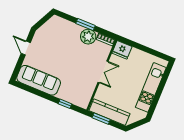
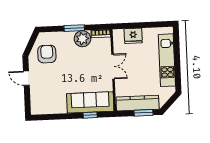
armchair: (52, 36) -> (47, 54), added
fridge: (122, 50) -> (133, 36), moved
sofa: (39, 80) -> (90, 102), moved
window: (101, 119) -> (144, 113), moved

